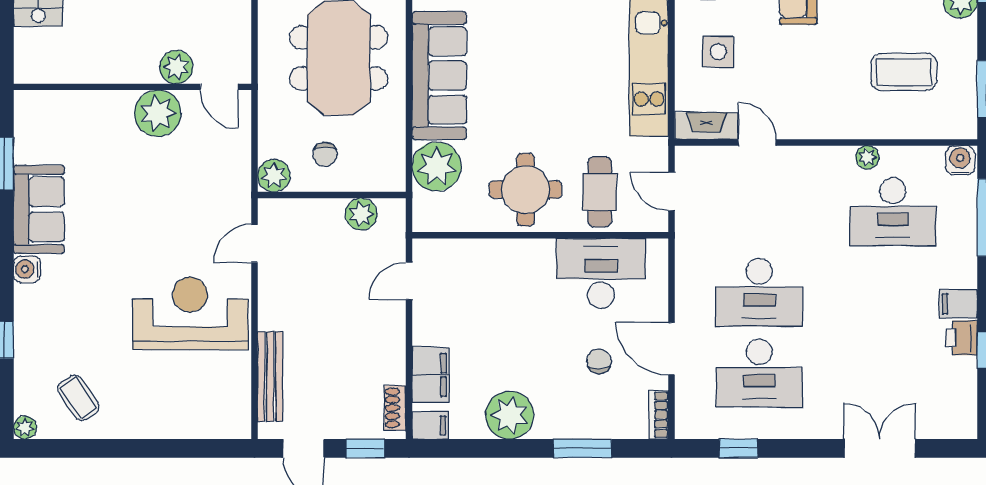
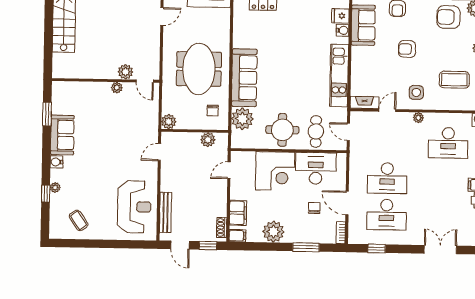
side table: (718, 52) -> (416, 92), moved
plant: (158, 113) -> (117, 88), width x0.53, depth x0.53
door: (757, 143) -> (387, 110), hinge flipped
chair: (325, 155) -> (213, 111), moved
plant: (867, 157) -> (418, 118), moved
corner desk: (511, 281) -> (275, 171), added
reception desk: (190, 313) -> (134, 207), moved, turned 90
plant: (25, 428) -> (55, 188), moved

